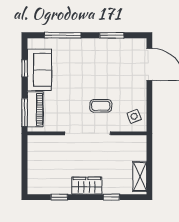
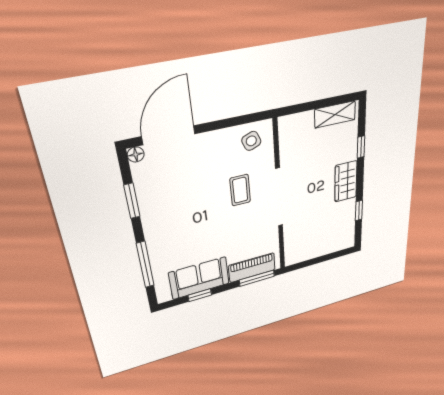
floor lamp: (142, 43) -> (136, 154), added

